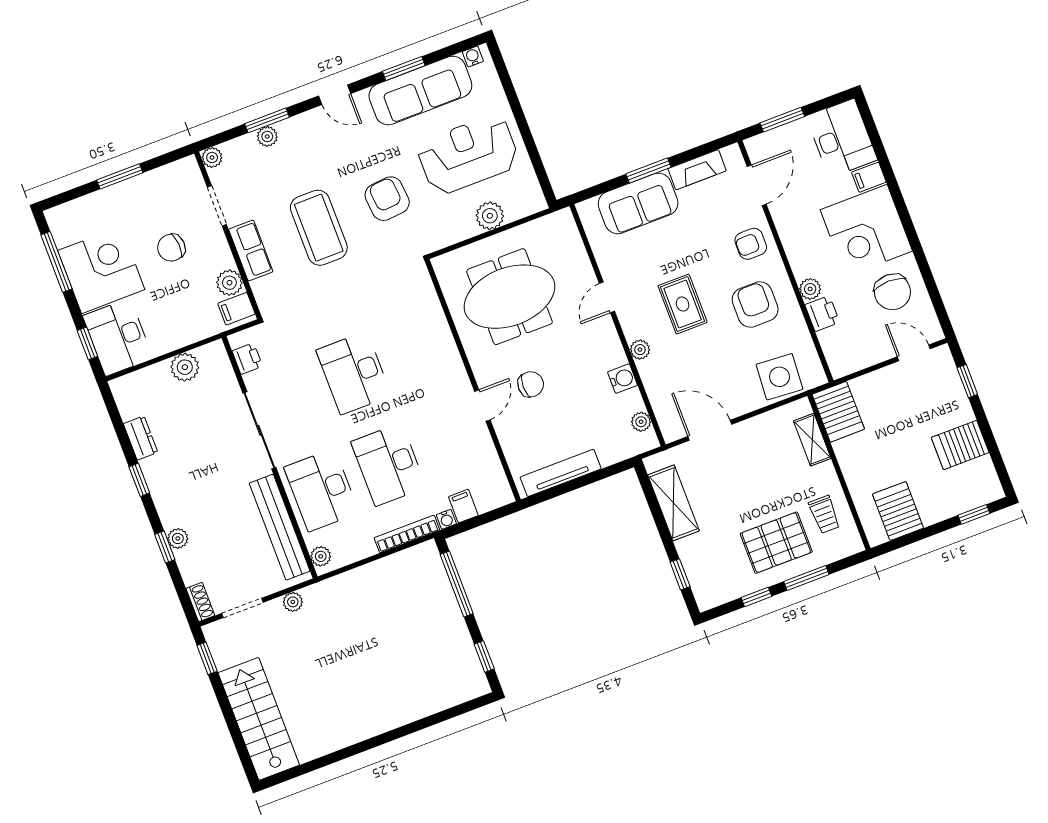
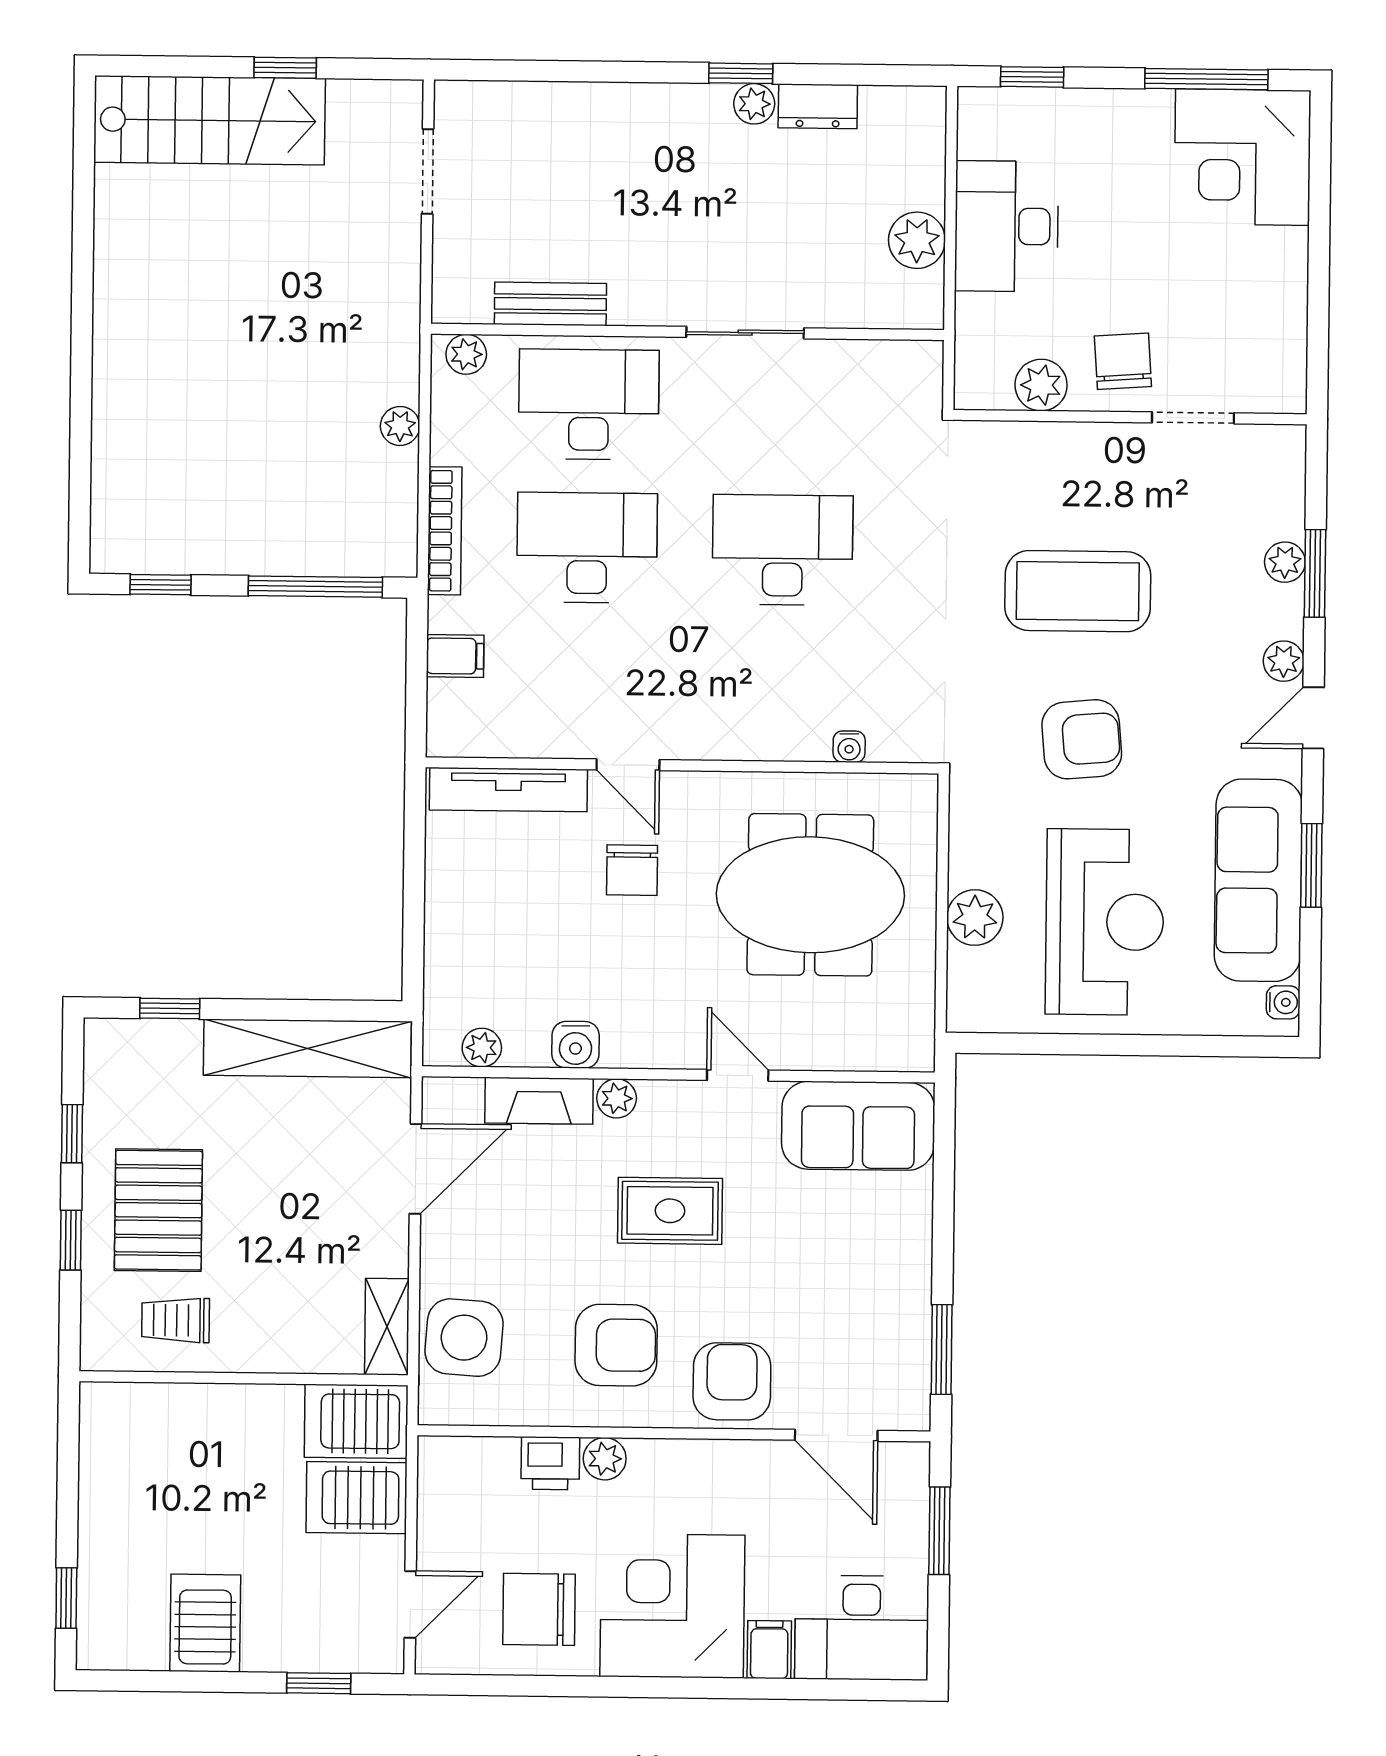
plant: (212, 157) -> (1284, 661), moved
window: (648, 170) -> (942, 1350), moved
fireplace: (697, 170) -> (539, 1101), moved, turned -90
window: (120, 176) -> (1319, 259), removed
sofa: (638, 203) -> (858, 1126), moved, turned -90
armchair: (751, 244) -> (732, 1381), width x1.38, depth x1.38
chair: (171, 248) -> (1123, 361), moved
row of seats: (251, 250) -> (1085, 448), removed
corner desk: (101, 270) -> (1242, 157), moved, turned 90
meeting table: (509, 297) -> (810, 895), turned 90
filing cabinet: (236, 309) -> (988, 379), removed
desk: (118, 337) -> (1007, 226), moved, turned -90
printer: (247, 359) -> (887, 363), removed
sliding door: (259, 430) -> (745, 333), width x0.73
shelving: (812, 440) -> (387, 1327), moved, turned 90
tv unit: (561, 473) -> (508, 790), moved, turned 90
shelving: (673, 503) -> (307, 1048), width x1.47
server rack: (898, 511) -> (357, 1498), moved, turned 180
water cooler: (446, 519) -> (849, 747), moved, turned -90
bench: (280, 527) -> (550, 304), width x0.54, depth x0.82
plant: (178, 538) -> (754, 104), moved
window: (165, 547) -> (597, 72), removed
window: (806, 578) -> (71, 1240), width x0.67
shoe rack: (200, 602) -> (469, 97), removed
plant: (293, 602) -> (400, 426), moved
window: (207, 658) -> (285, 68), moved

